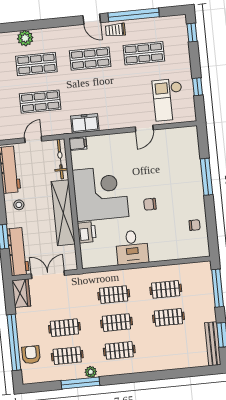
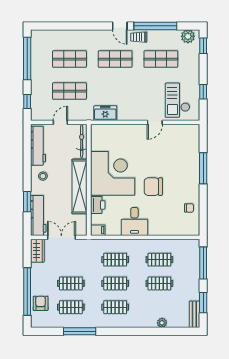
plant: (25, 38) -> (188, 36), moved
filing cabinet: (78, 144) -> (98, 230), moved
chair: (150, 204) -> (153, 187), width x1.87, depth x1.87
bench: (213, 344) -> (194, 314), width x0.73
plant: (91, 372) -> (162, 323), moved

